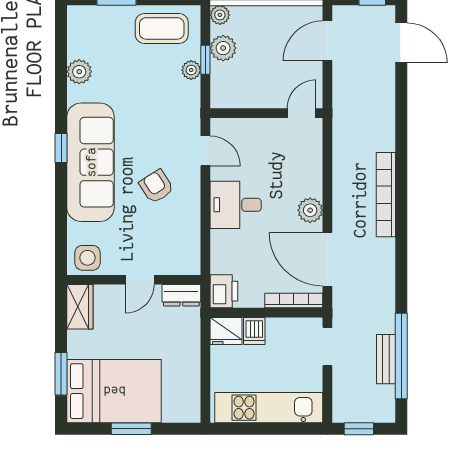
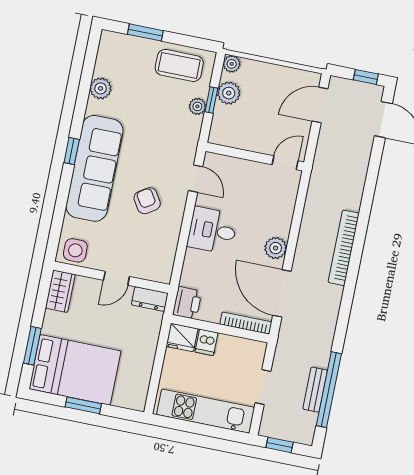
doorway: (327, 346) -> (263, 387), moved

